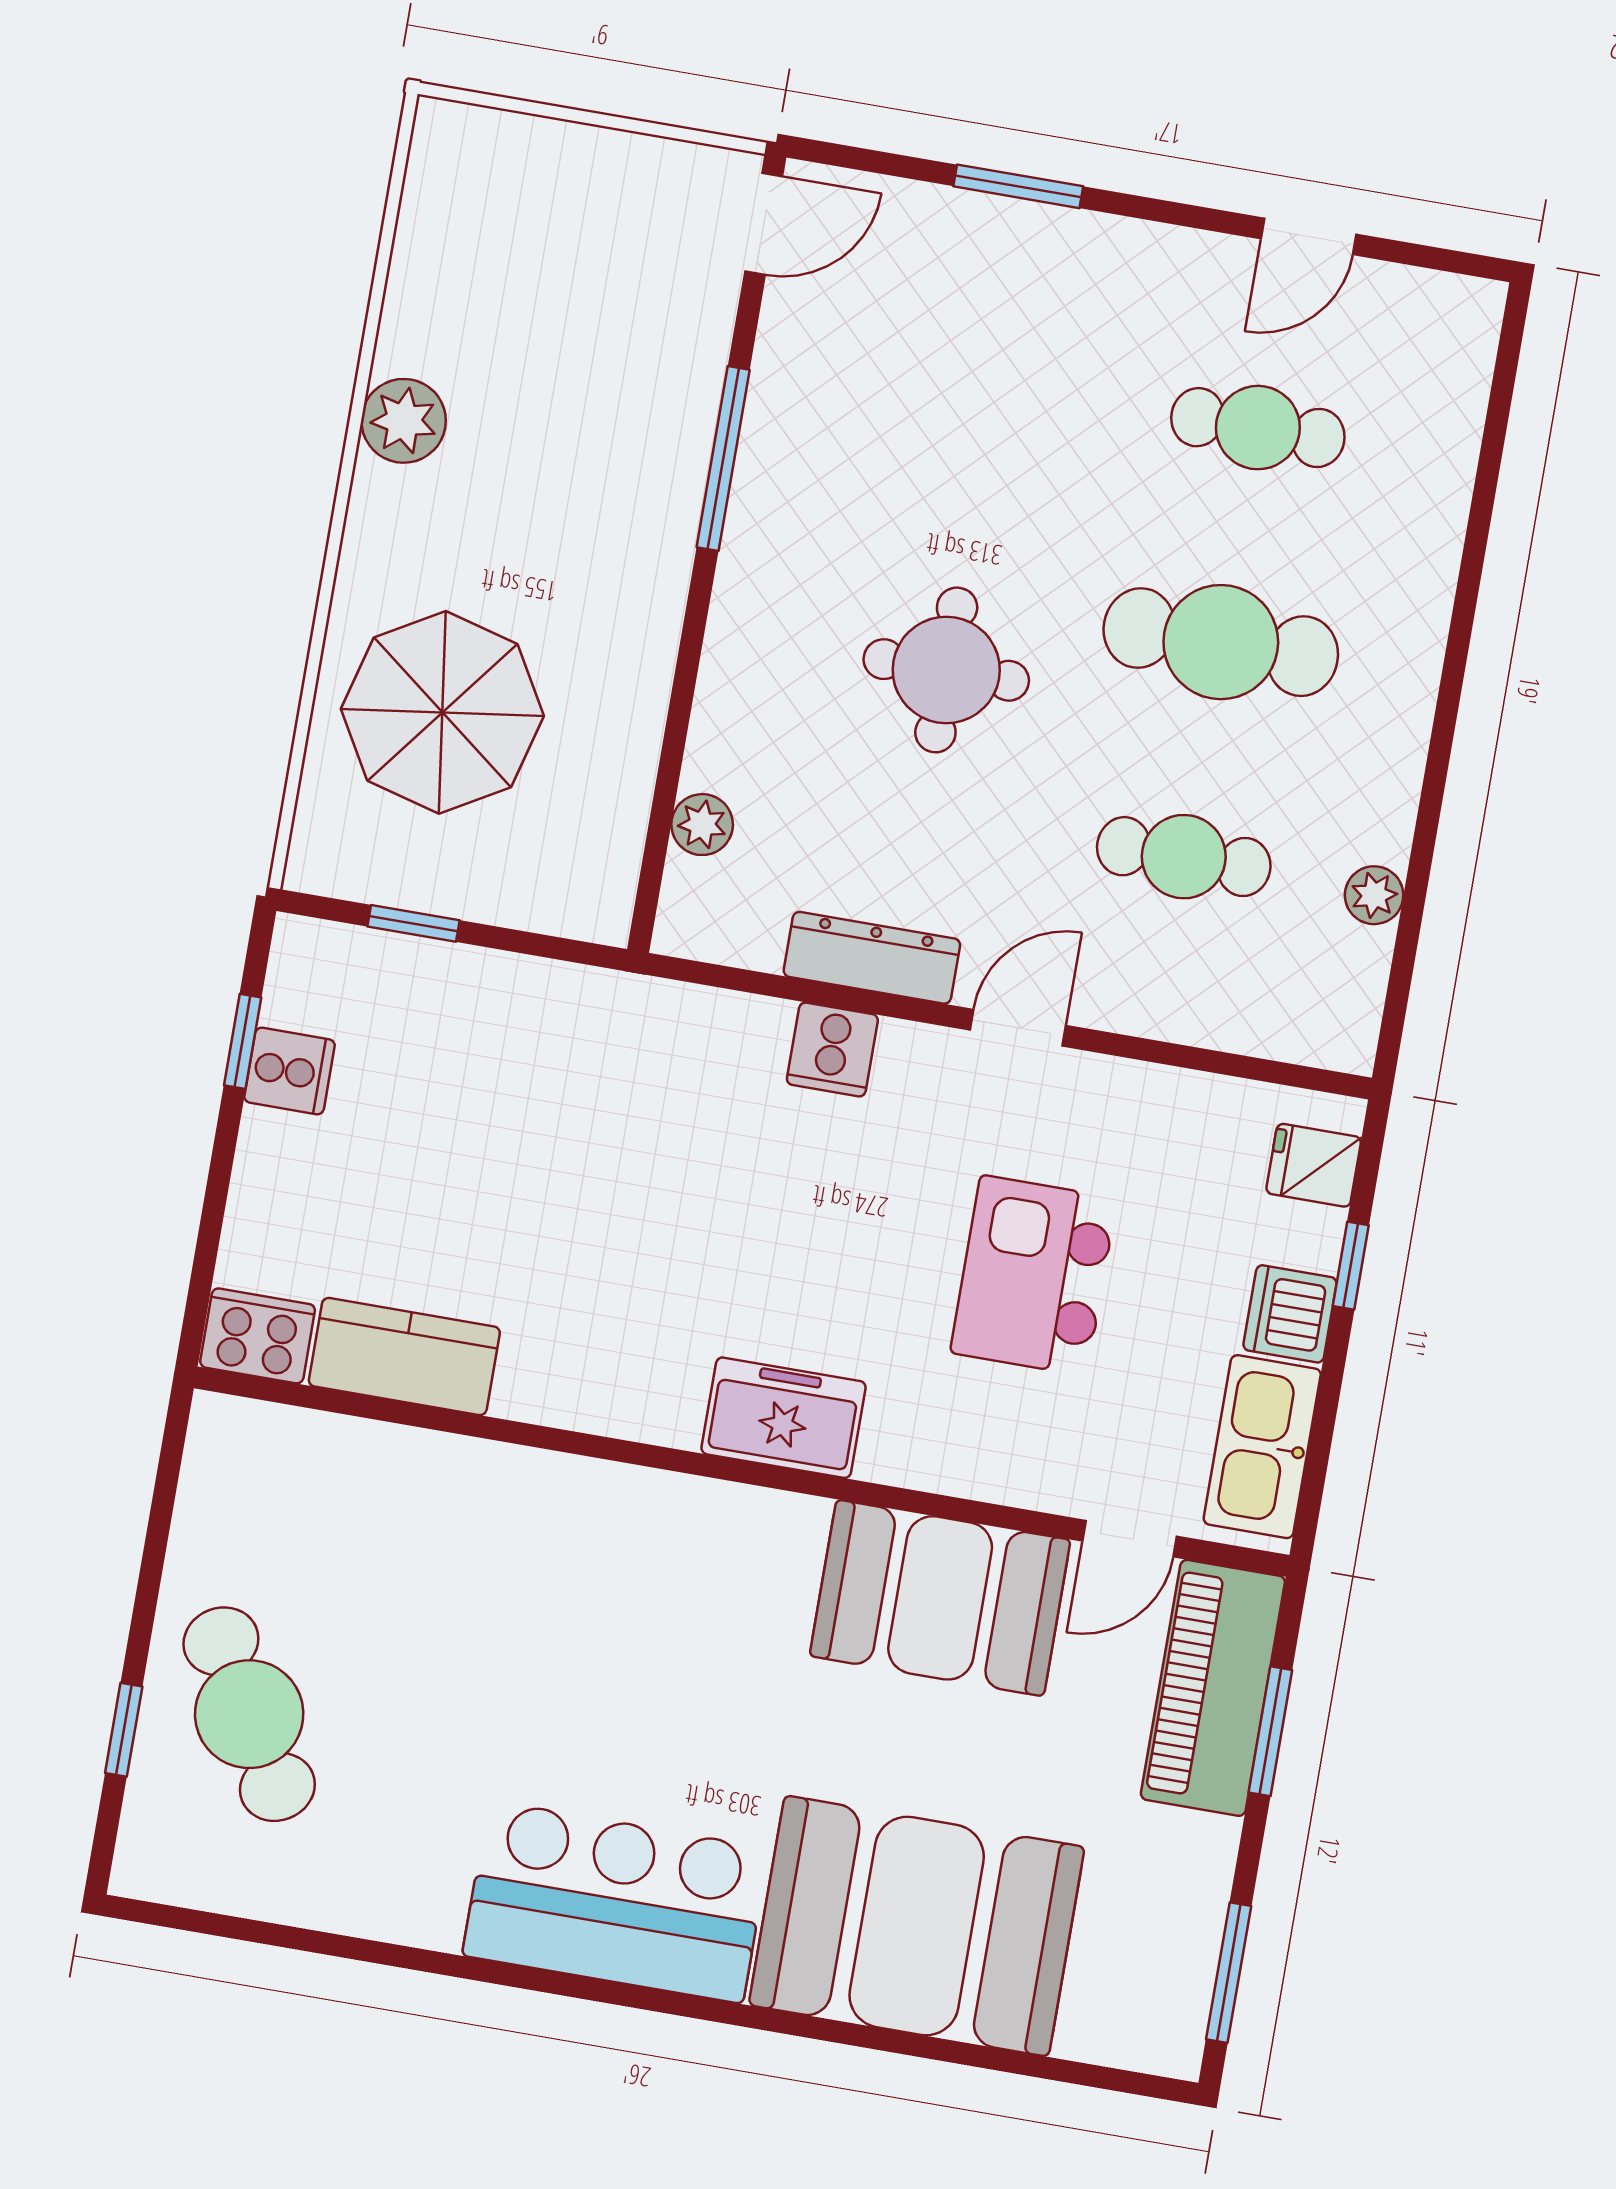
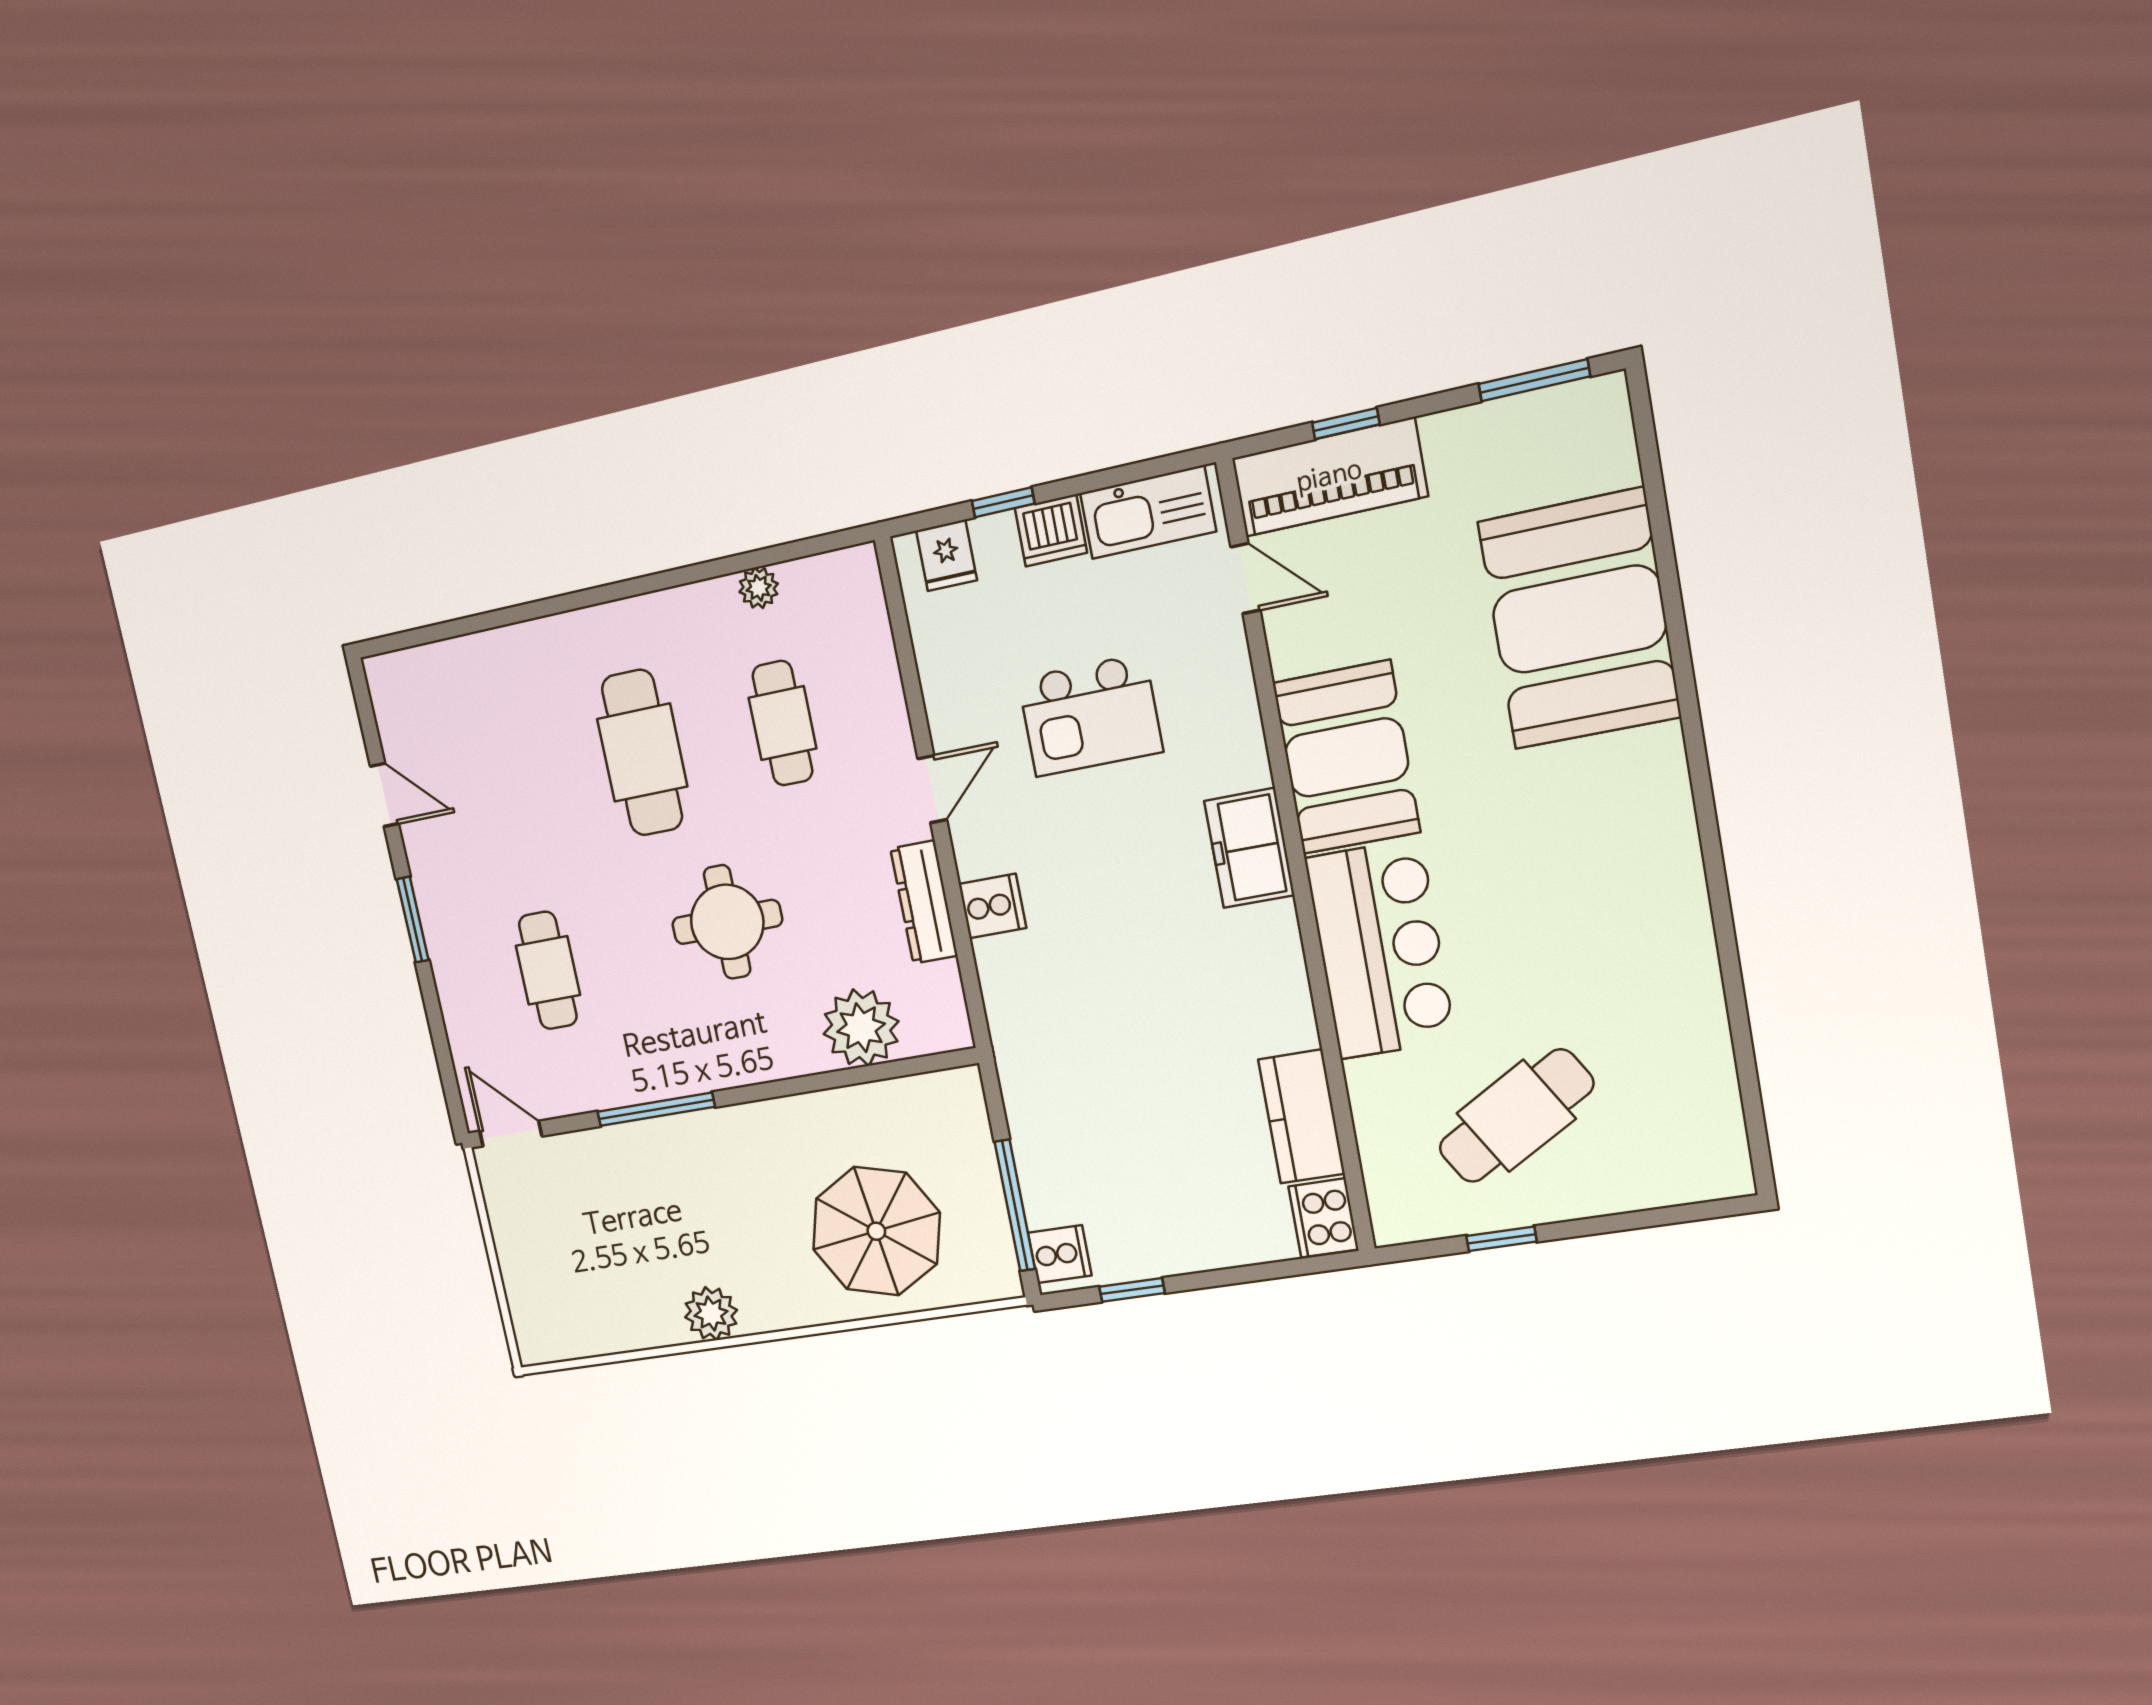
window: (1018, 186) -> (413, 920), moved
cafe table: (1258, 428) -> (548, 970), moved
plant: (702, 825) -> (861, 1028), width x1.88, depth x1.88
window: (413, 923) -> (1015, 1205), width x2.17
door: (1018, 1028) -> (932, 789), swing flipped
cooker: (289, 1071) -> (1060, 1254), moved, turned 90
booth: (940, 1598) -> (1346, 757), moved
cafe table: (249, 1714) -> (1516, 1116), moved
window: (124, 1730) -> (1501, 1239), moved
window: (1270, 1731) -> (1346, 424), width x0.67
bar counter: (616, 1902) -> (1380, 949), moved, turned 180

